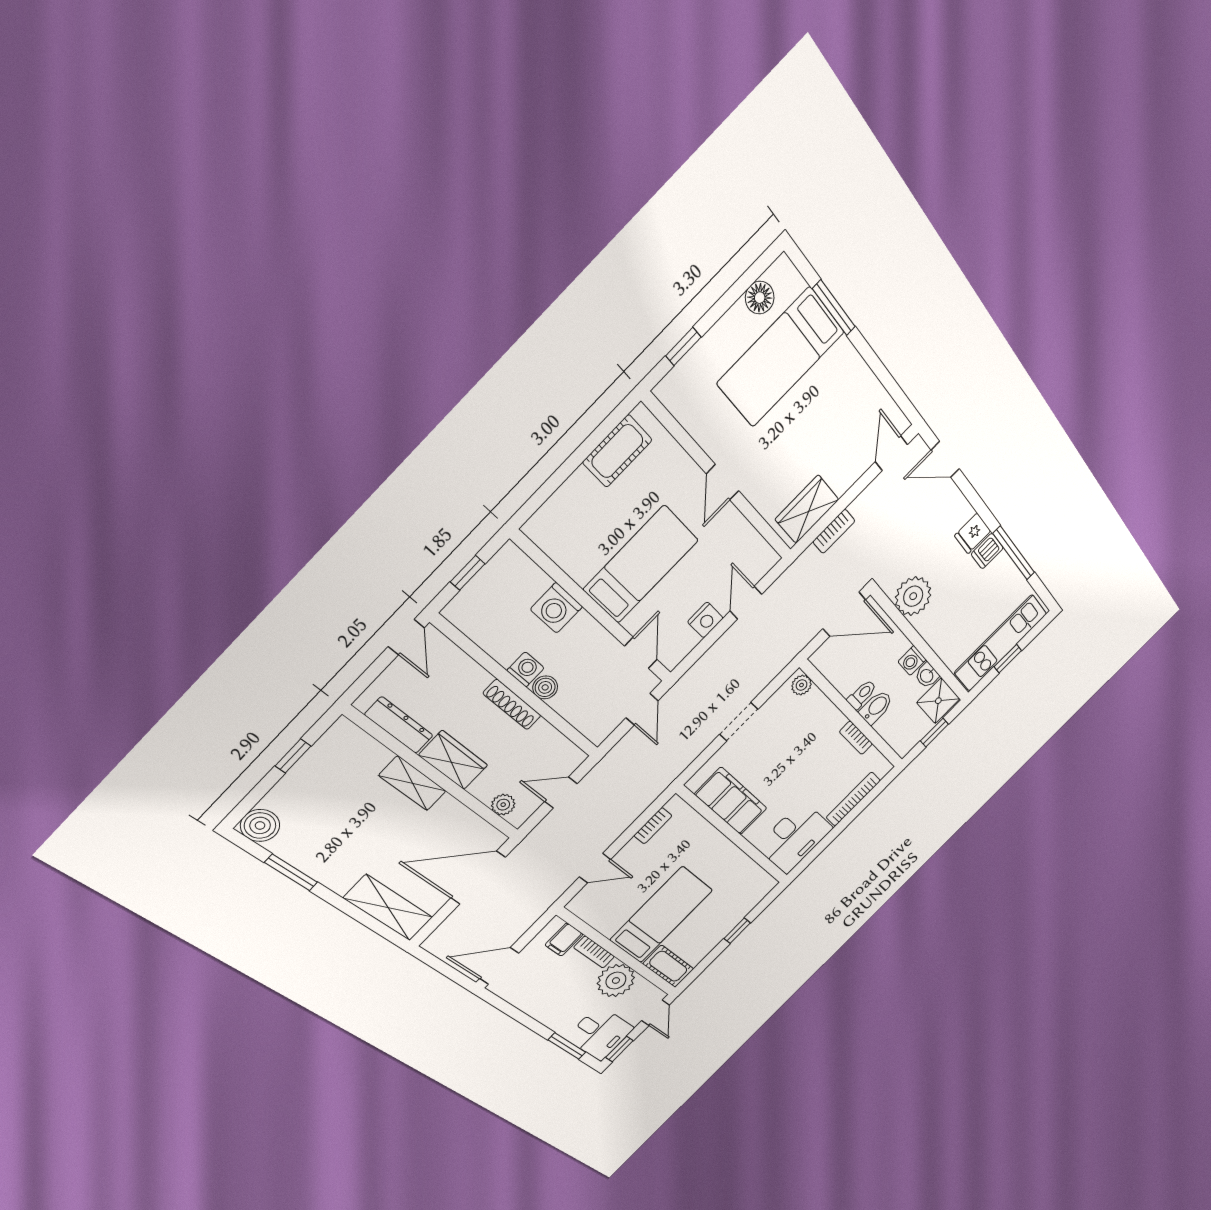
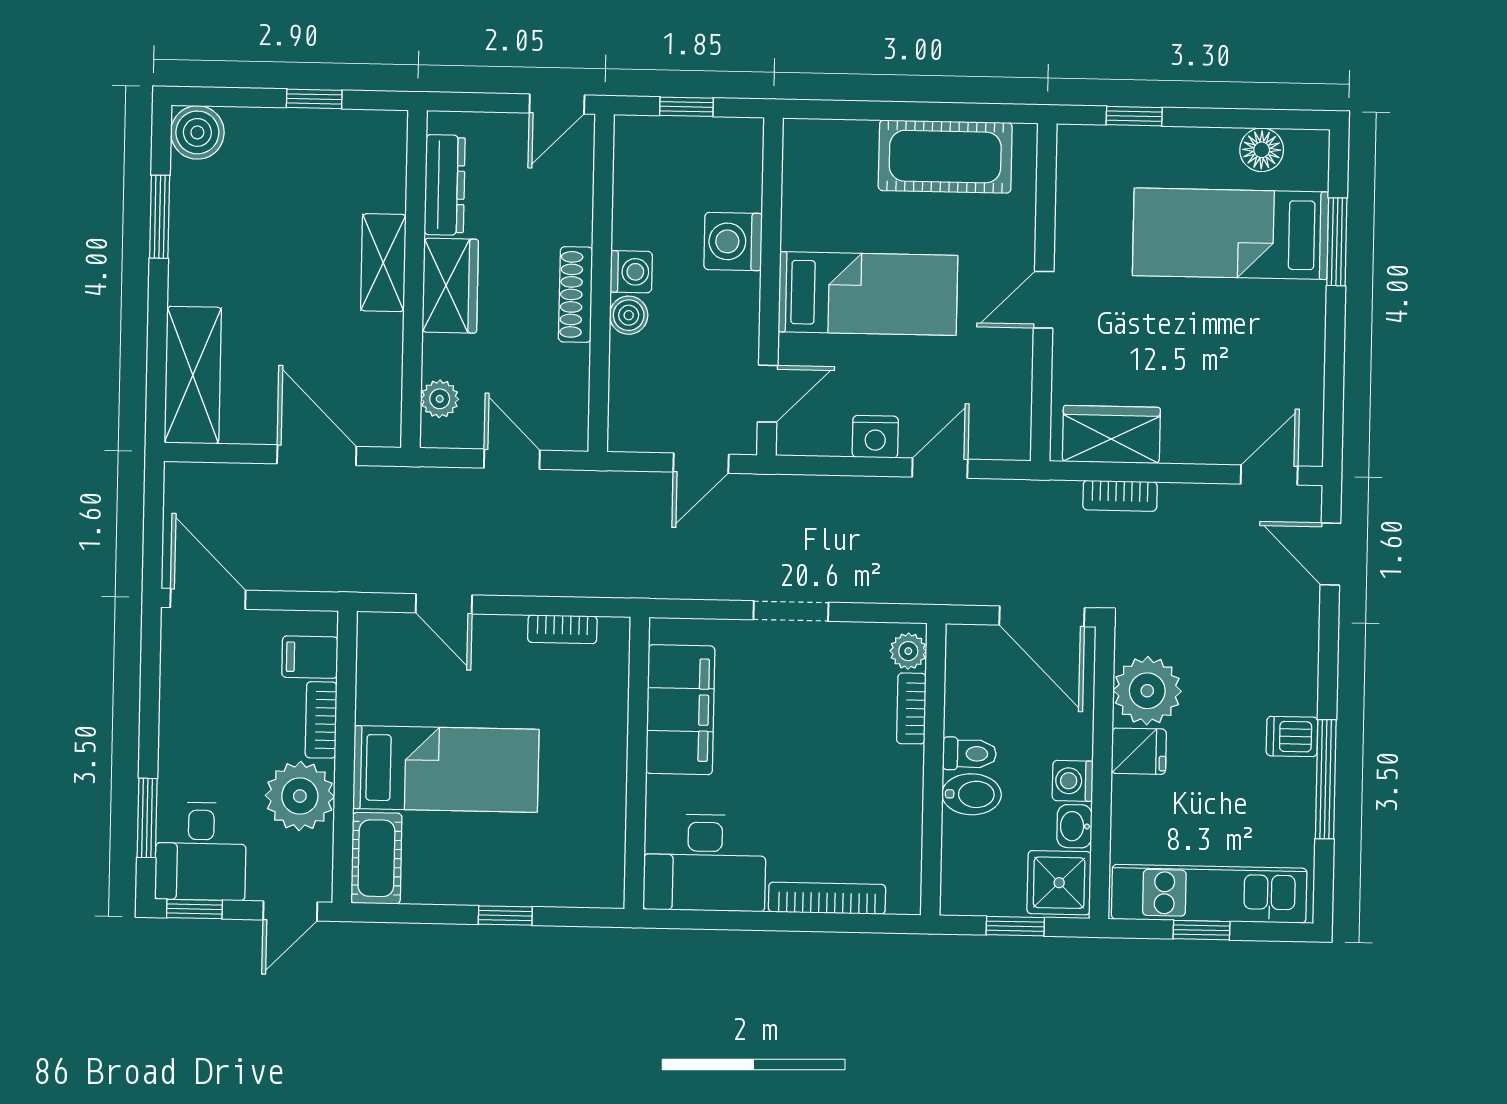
cot: (617, 451) -> (945, 157), width x1.37, depth x1.34
fridge: (973, 533) -> (1139, 751), moved, turned 180
bookcase: (856, 738) -> (911, 708), moved
door: (478, 878) -> (317, 455), width x0.73

